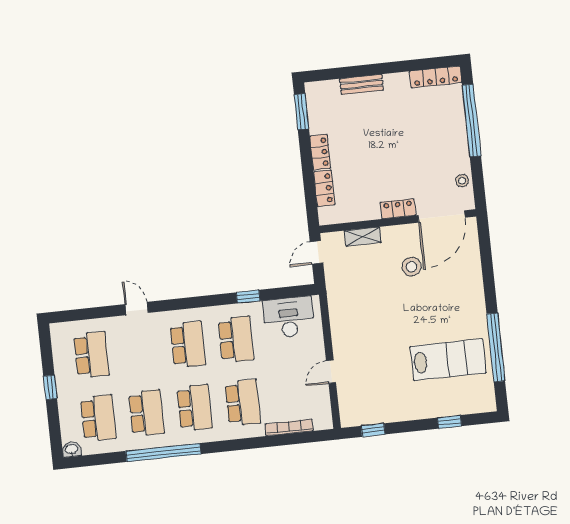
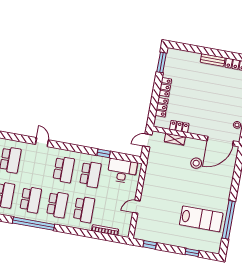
bench: (361, 84) -> (213, 60), moved
locker: (398, 209) -> (179, 126), moved

